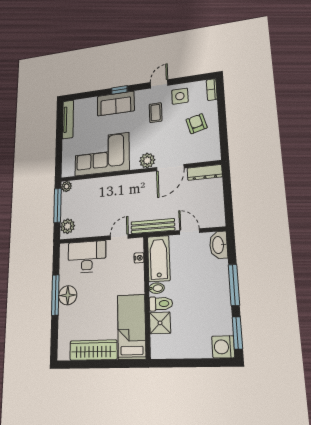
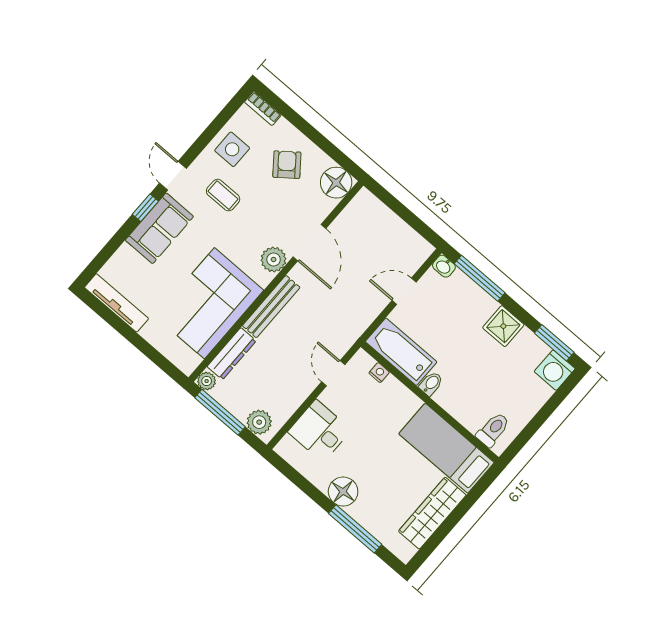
door: (159, 84) -> (173, 176), moved
armchair: (197, 124) -> (287, 165), turned 67
floor lamp: (210, 151) -> (336, 183), added
dresser: (205, 172) -> (232, 354), moved
bench: (153, 226) -> (271, 307), moved
washbasin: (219, 245) -> (444, 266), width x0.52, depth x0.69
desk: (87, 257) -> (320, 431), width x0.73
window: (234, 285) -> (480, 278), moved
window: (55, 295) -> (355, 529), moved
toilet: (161, 304) -> (493, 430), moved
shower: (160, 323) -> (503, 326), moved

